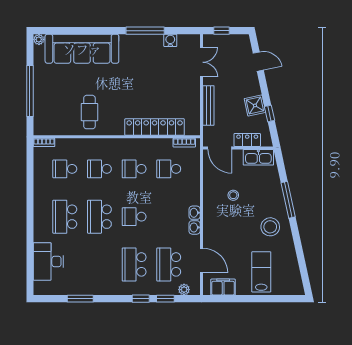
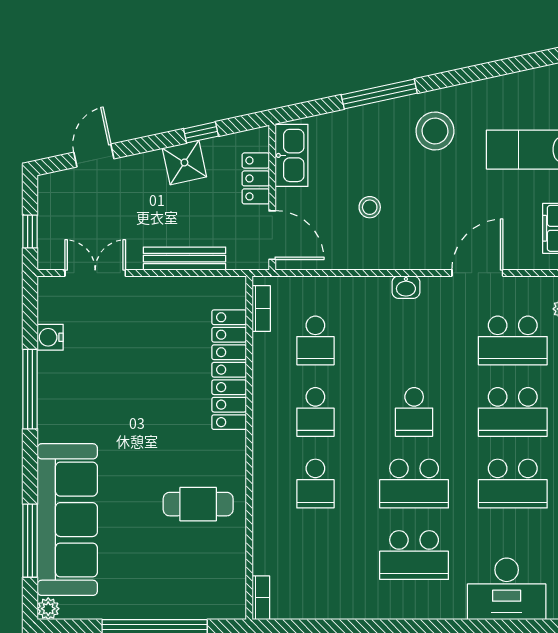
window: (72, 31) -> (30, 541), added
door: (220, 148) -> (272, 235), hinge flipped
school desk: (65, 169) -> (513, 484), moved, width x1.85
washbasin: (195, 227) -> (436, 287), removed
door: (201, 261) -> (477, 273), moved

